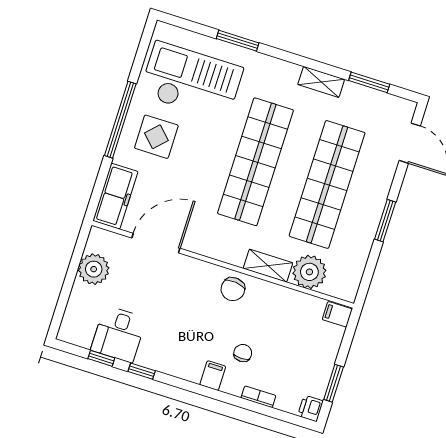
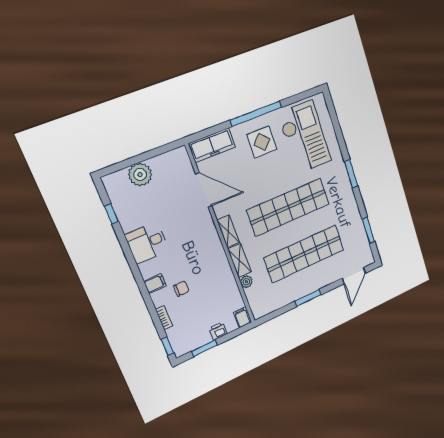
window: (238, 41) -> (351, 174), moved
shelving: (321, 82) -> (228, 231), moved
plant: (94, 269) -> (140, 175), moved
plant: (309, 272) -> (246, 282), width x0.53, depth x0.53
chair: (233, 289) -> (212, 253), removed
desk: (119, 334) -> (147, 243), moved
window: (142, 371) -> (167, 346), moved
printer: (310, 408) -> (218, 331), moved

